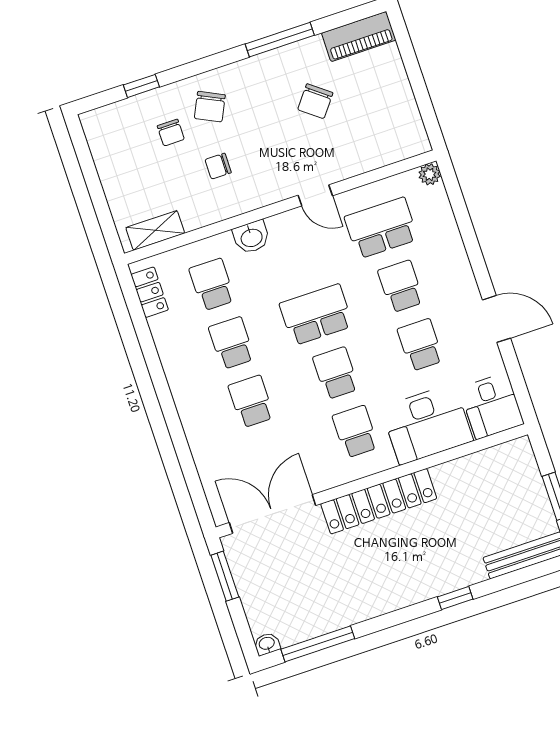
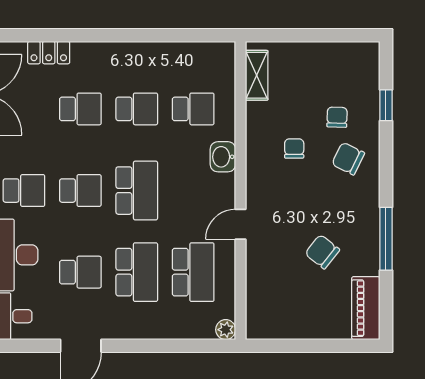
chair: (171, 133) -> (337, 117), turned 92
school desk: (401, 286) -> (137, 272), width x1.85
locker: (150, 292) -> (49, 53), moved

